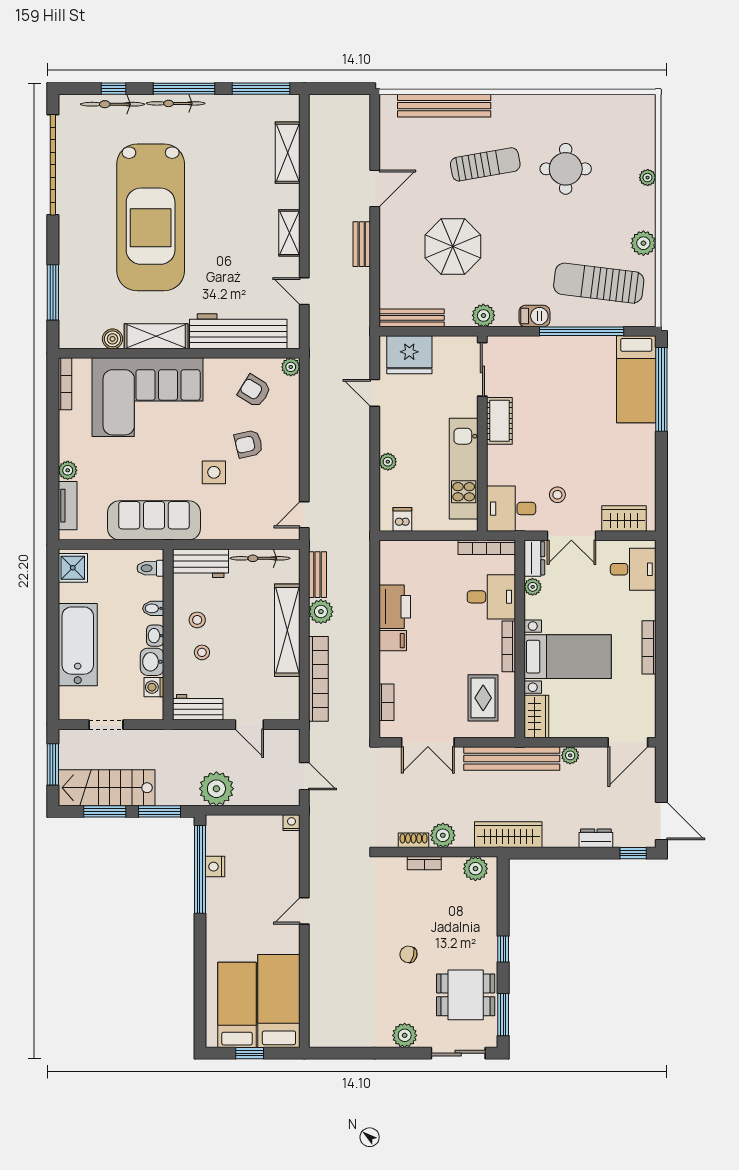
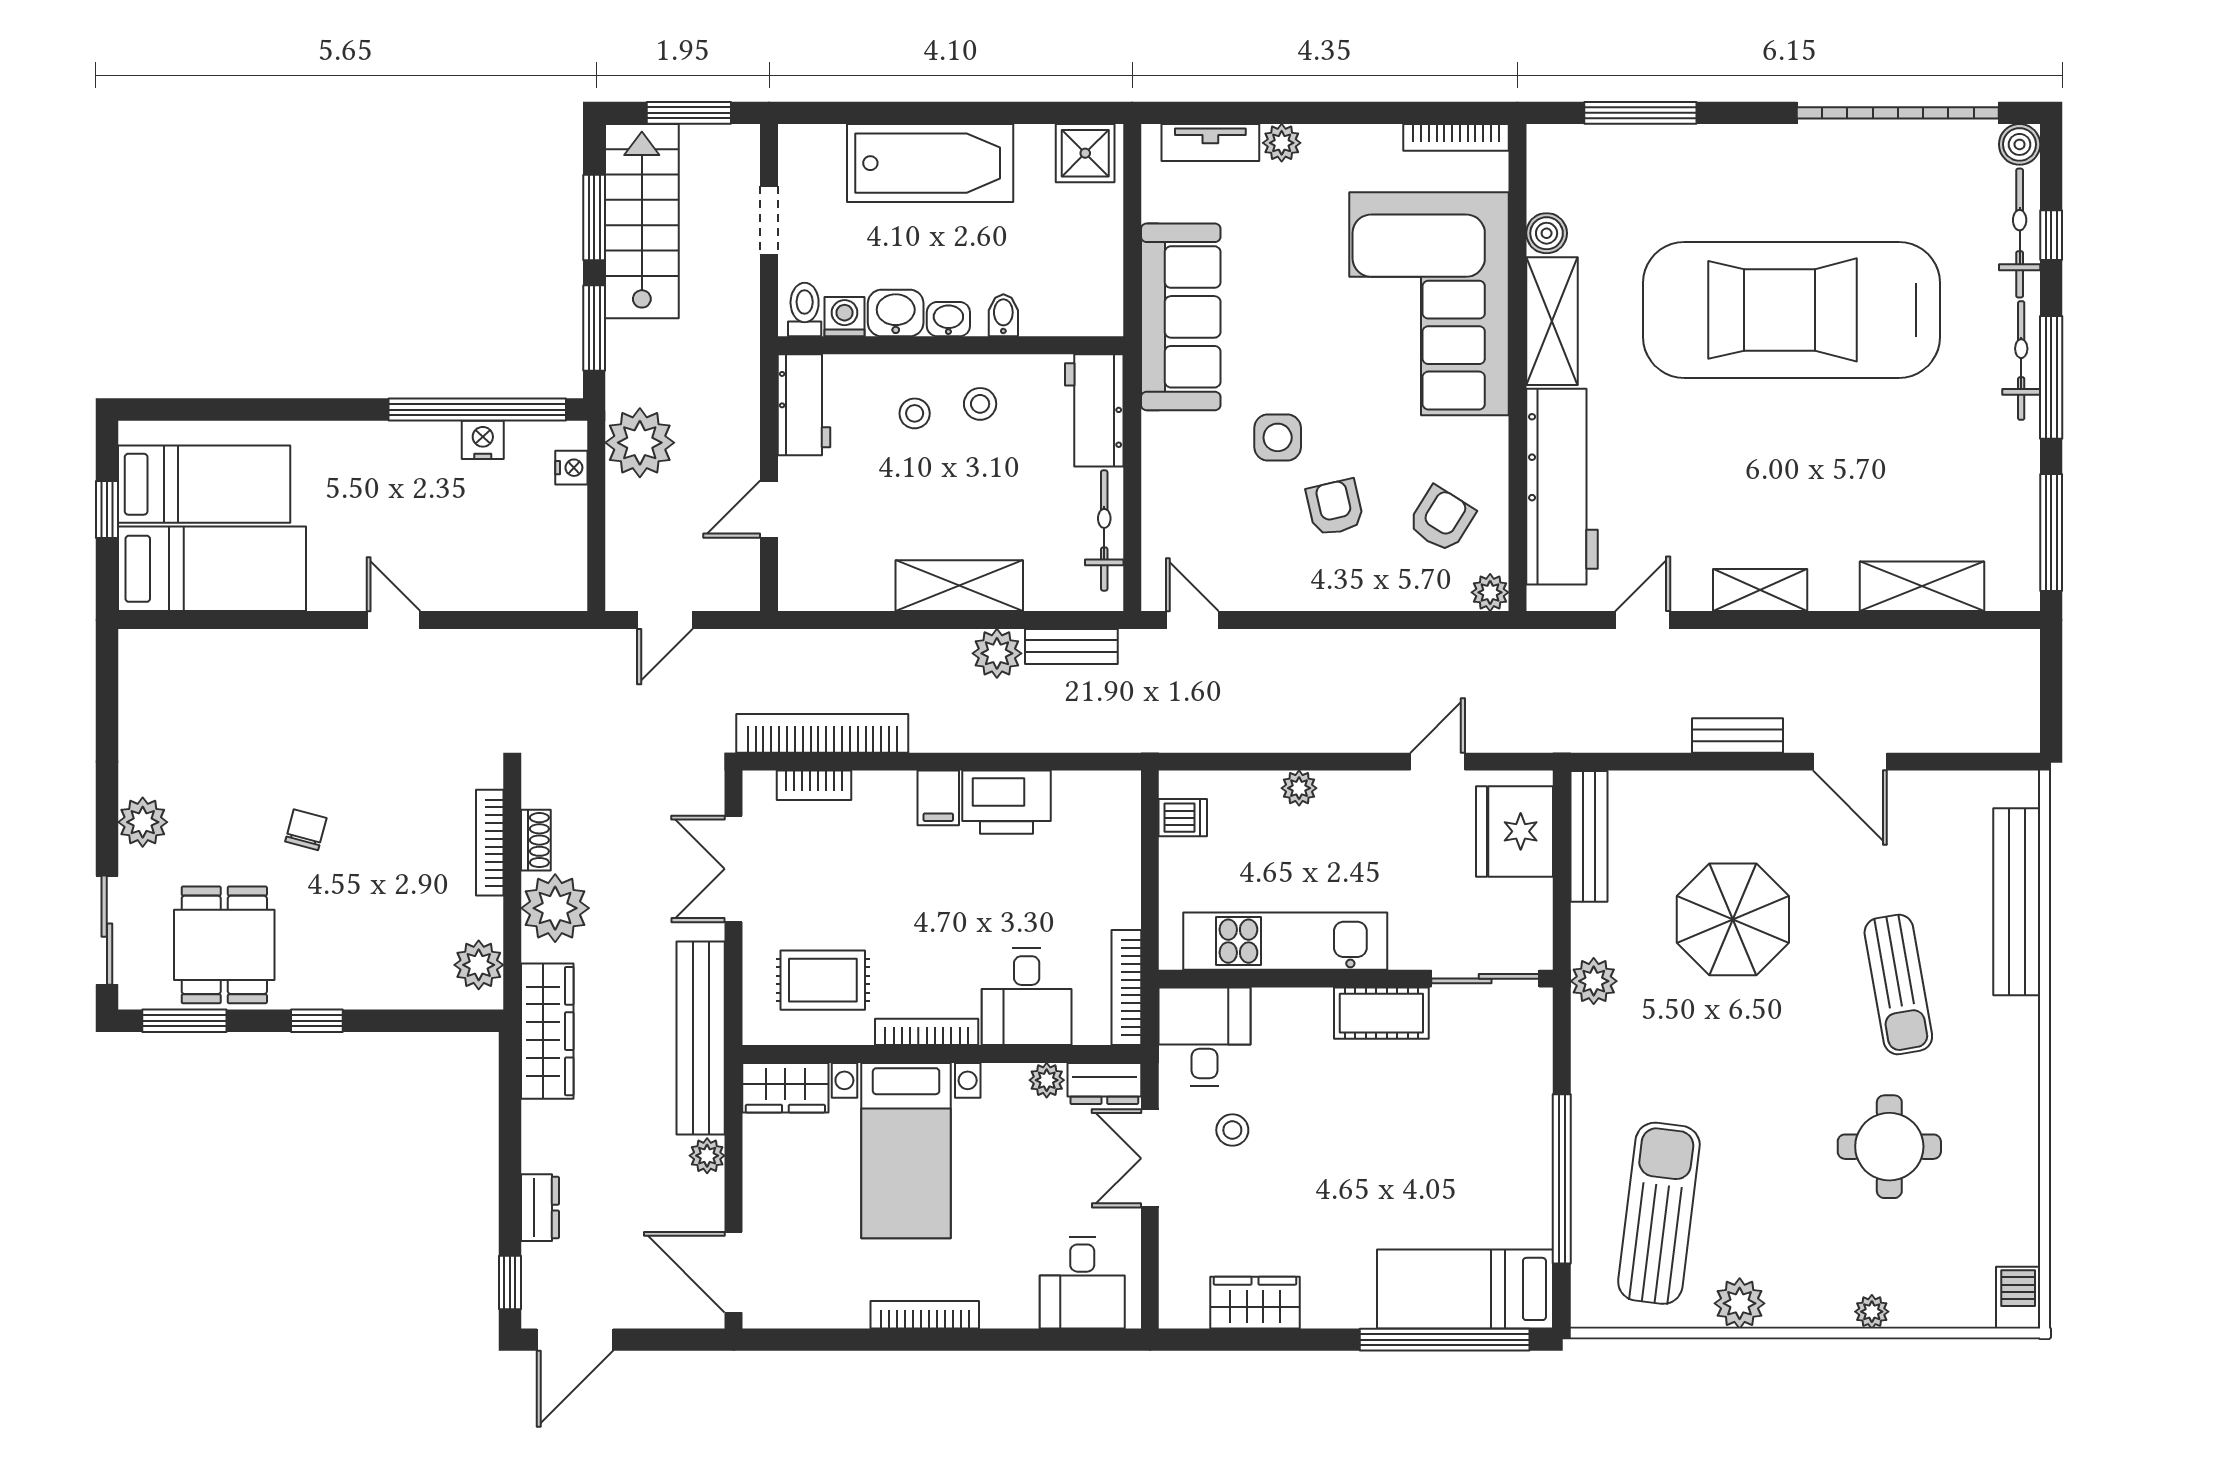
boiler: (68, 104) -> (2020, 144), added
barbecue: (534, 316) -> (2018, 1298), moved, turned 180
wardrobe: (624, 518) -> (1255, 1303), moved, turned -90
toilet: (150, 568) -> (805, 310), moved
shelving: (287, 630) -> (959, 586), width x0.68
bookcase: (318, 679) -> (822, 733), moved, turned 180
nightstand: (292, 823) -> (571, 468), moved
plant: (443, 835) -> (555, 908), width x1.36, depth x1.36
bookcase: (424, 863) -> (490, 843), width x1.56

